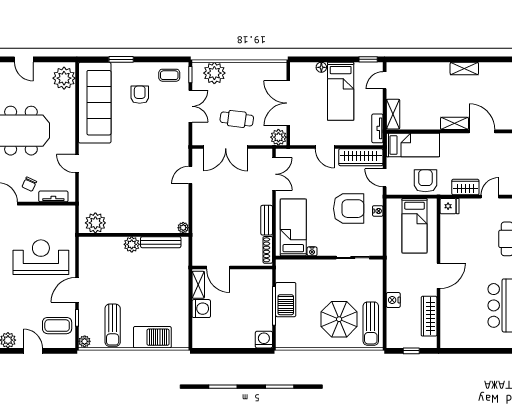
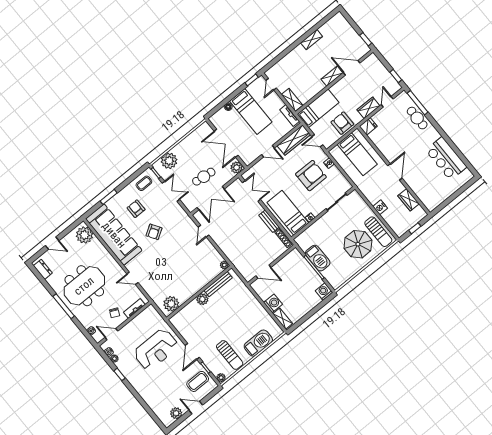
armchair: (139, 134) -> (154, 232), added
reception desk: (41, 257) -> (156, 350), turned 180
shelving: (198, 285) -> (283, 319), moved
wardrobe: (429, 316) -> (409, 200), width x0.67

